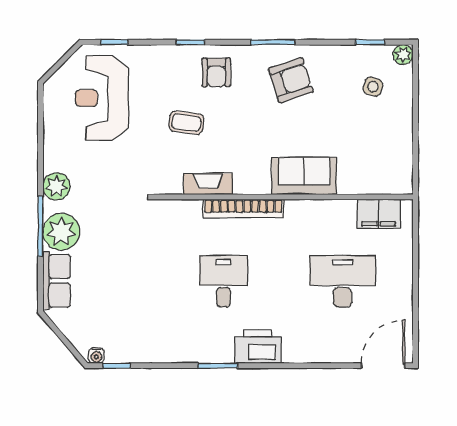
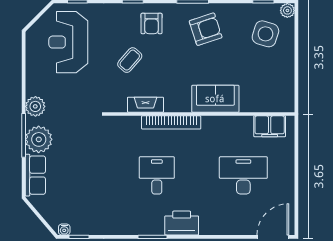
side table: (373, 87) -> (265, 34), width x1.87, depth x1.87
coffee table: (186, 123) -> (130, 60), turned -56

